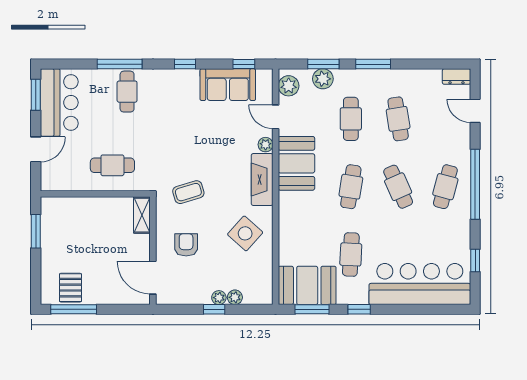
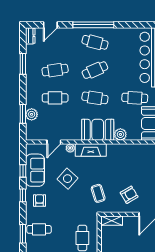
window: (120, 64) -> (23, 234), width x0.69
window: (244, 64) -> (23, 171), moved
window: (373, 64) -> (23, 64), moved
plant: (289, 86) -> (120, 134), moved
armchair: (176, 92) -> (40, 200), added
booth: (296, 163) -> (98, 130), moved
side table: (245, 233) -> (67, 179), moved
armchair: (186, 245) -> (129, 195), turned 149
window: (475, 260) -> (138, 25), removed

